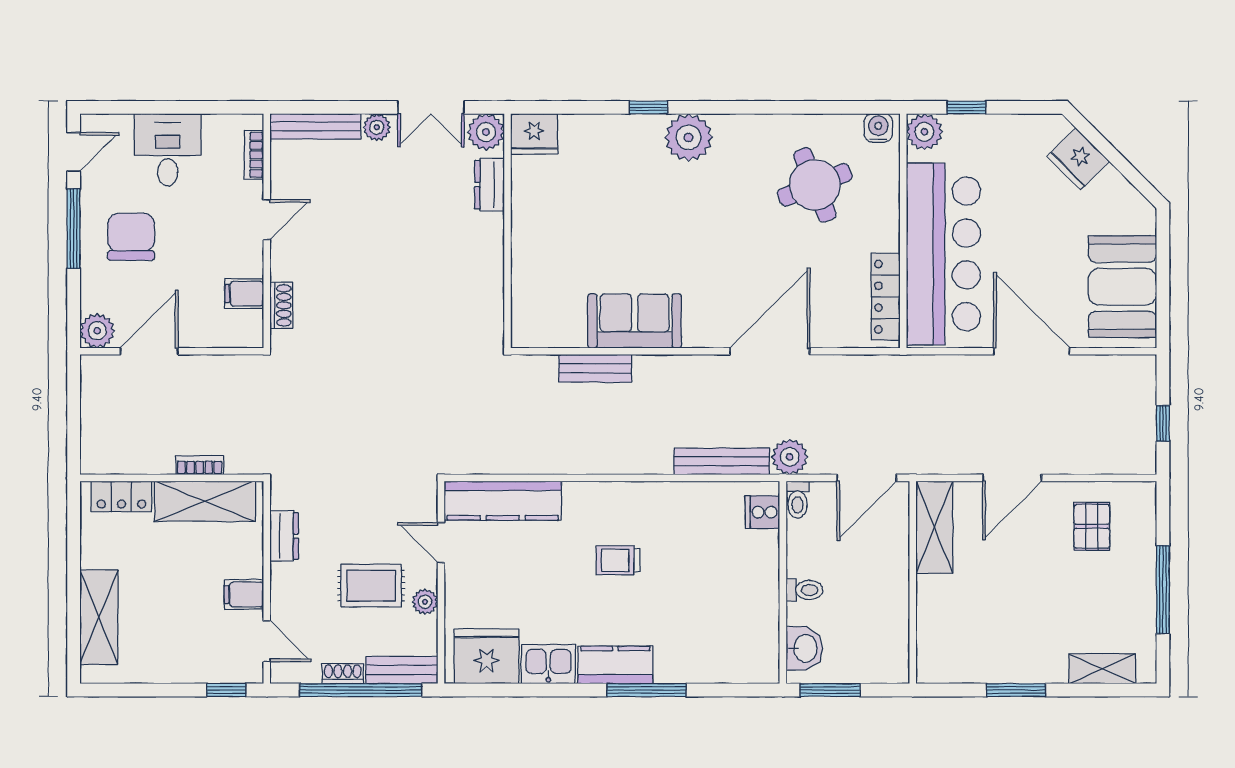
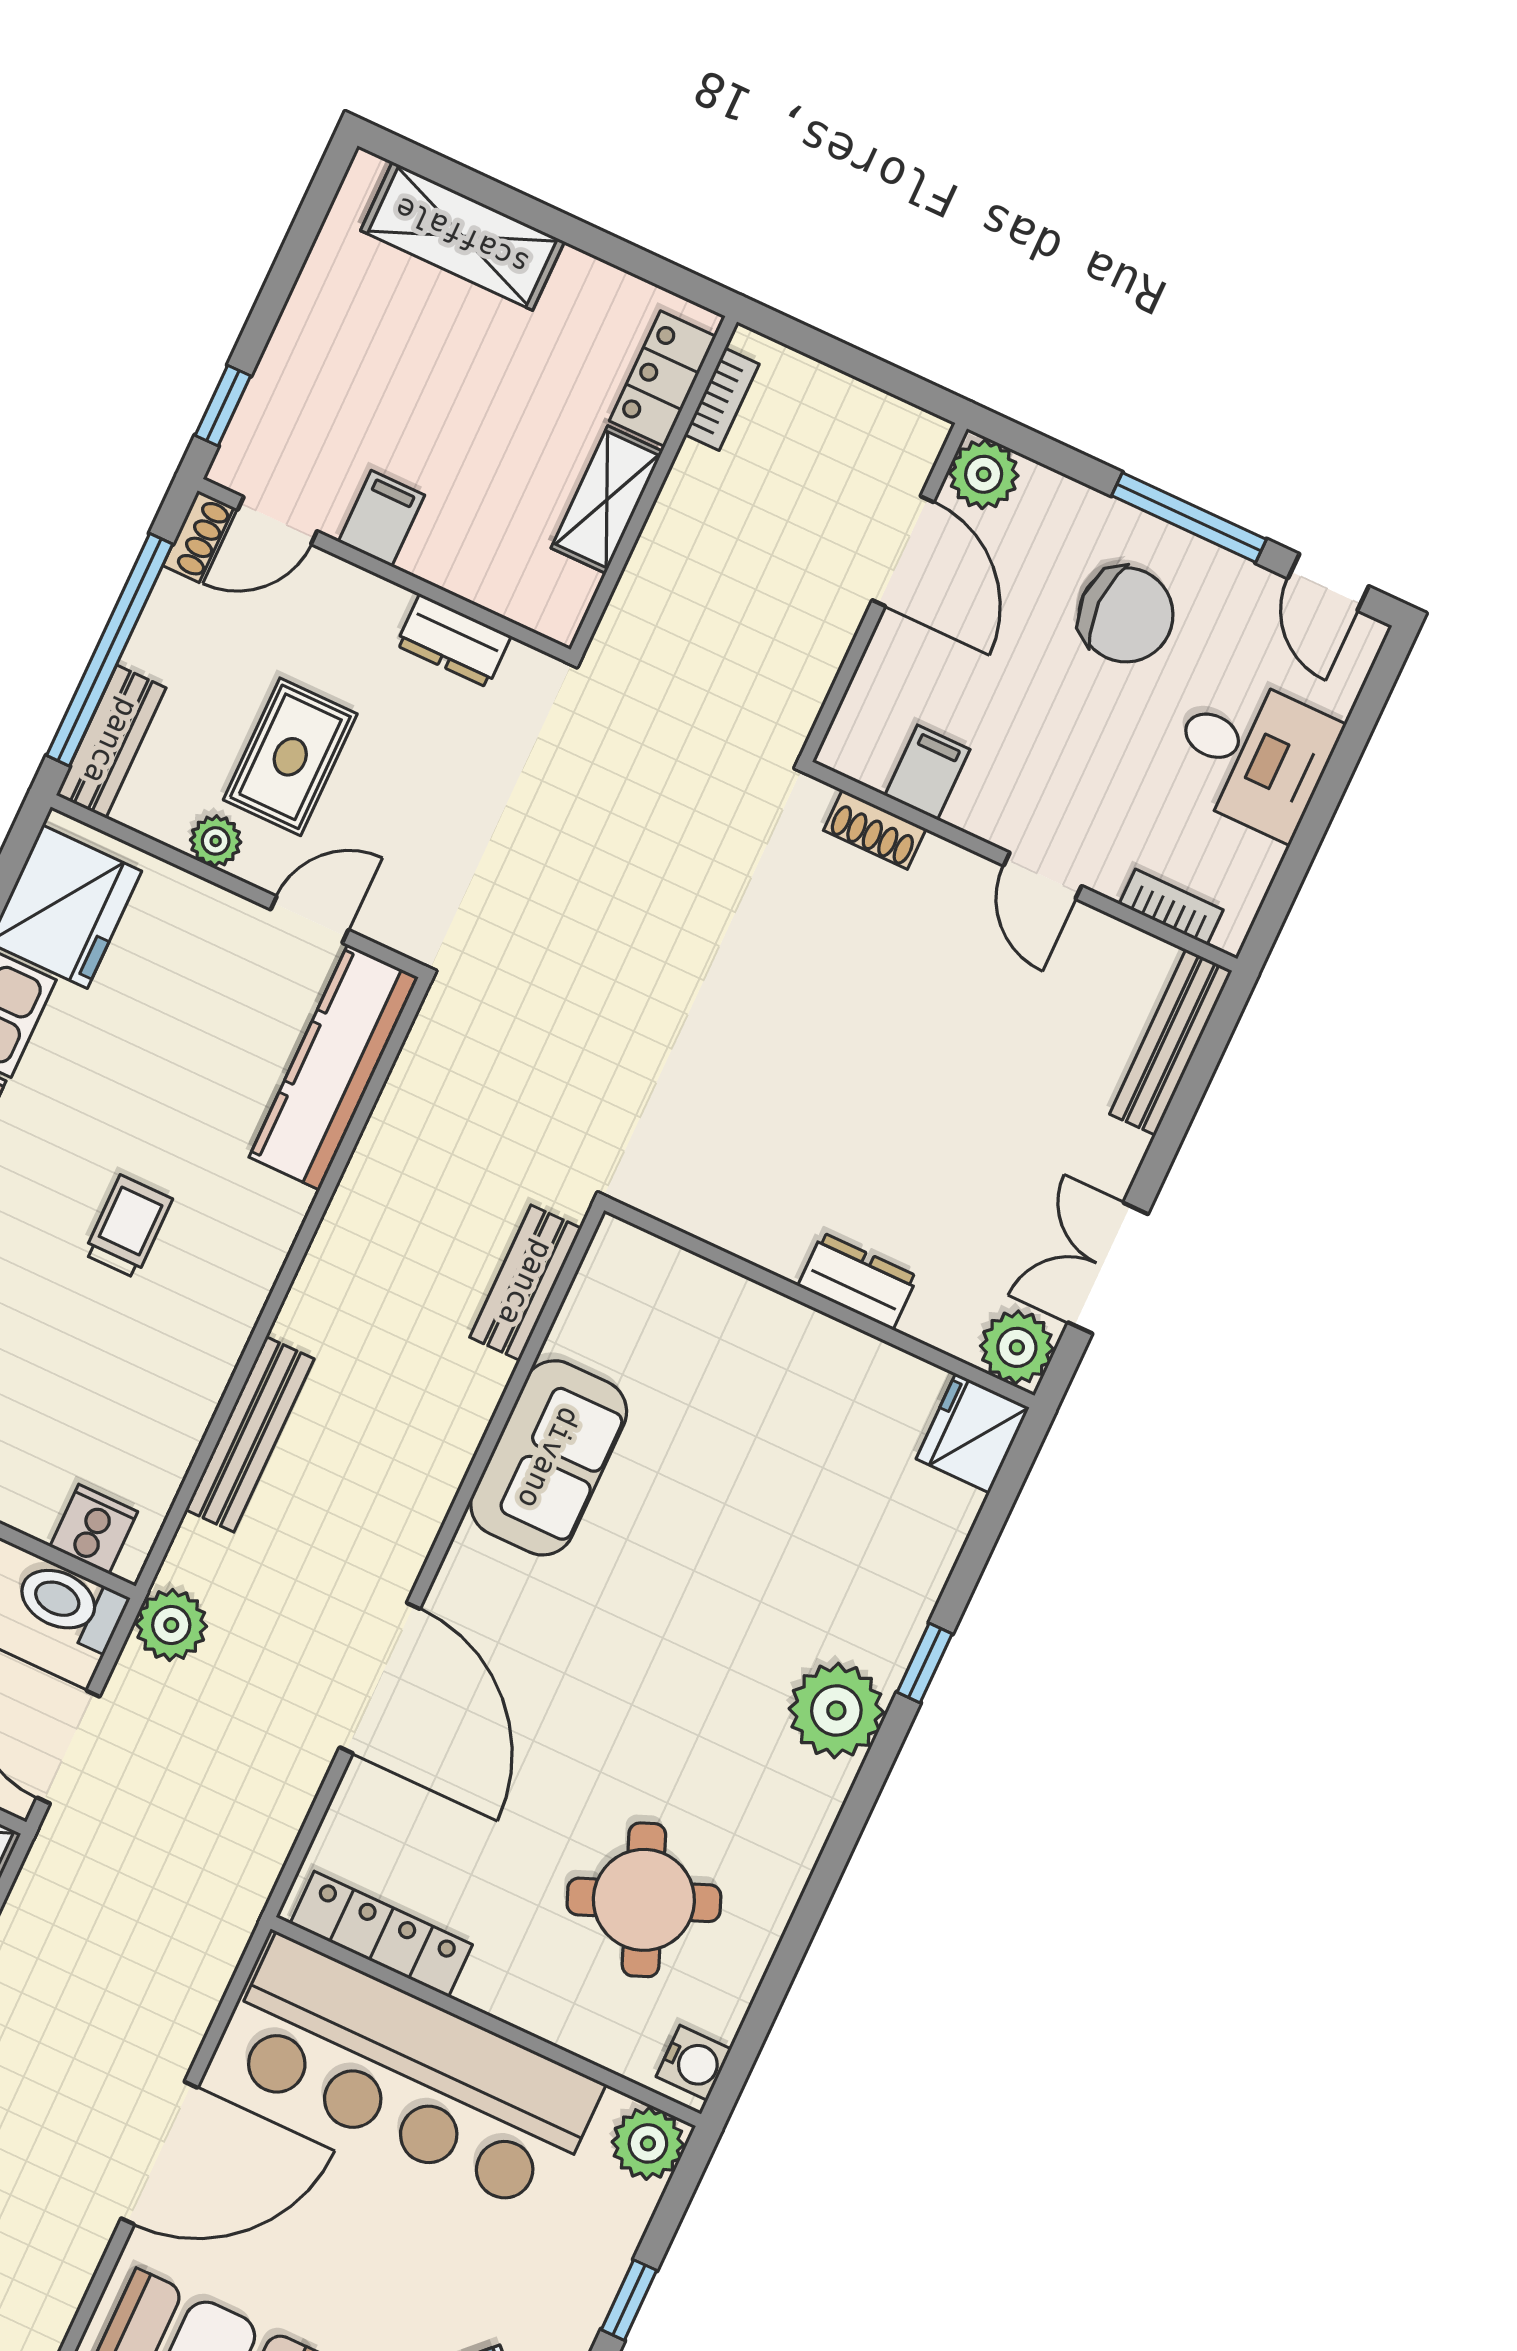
window: (966, 107) -> (629, 2300), moved
plant: (377, 127) -> (1118, 1153), removed
dresser: (489, 185) -> (858, 1281), moved
bench: (595, 368) -> (526, 1283), moved
bench: (722, 461) -> (250, 1434), moved
bookcase: (200, 465) -> (722, 399), moved
toilet: (798, 500) -> (70, 1605), width x1.37, depth x1.39
shelving: (205, 501) -> (607, 500), width x0.67, depth x0.75
shoe rack: (343, 674) -> (198, 537), moved

